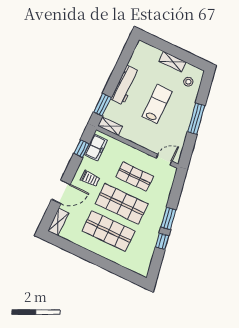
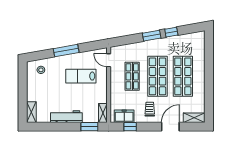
shelving: (173, 62) -> (31, 112), moved
lab bench: (157, 104) -> (81, 76), moved
door: (61, 192) -> (170, 127), hinge flipped

